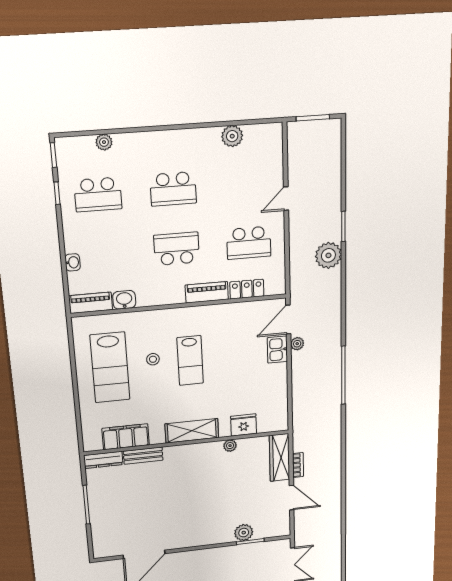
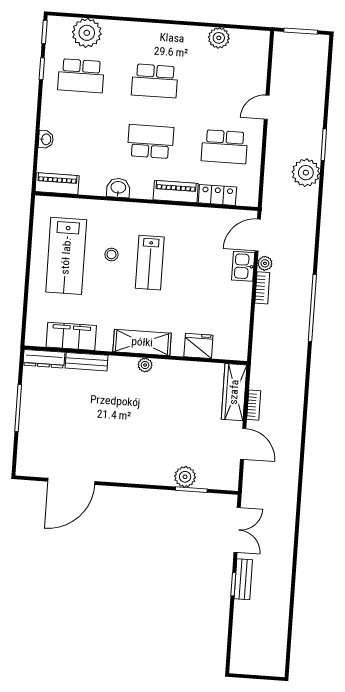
plant: (104, 142) -> (87, 33), width x1.88, depth x1.88
washbasin: (124, 300) -> (118, 188), moved
bookcase: (297, 366) -> (262, 288), added
plant: (230, 446) -> (145, 365), moved

